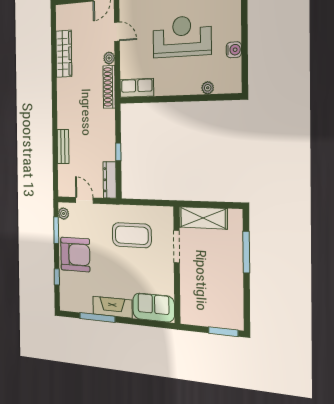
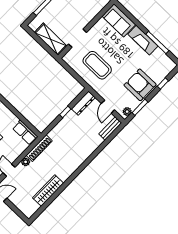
bench: (63, 147) -> (110, 128), moved

